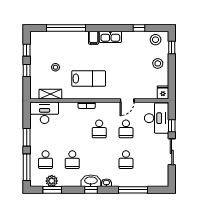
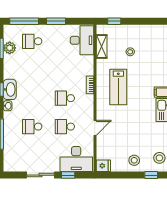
window: (27, 50) -> (148, 21), removed
window: (27, 71) -> (114, 21), moved
door: (127, 101) -> (95, 128), swing flipped
school desk: (72, 160) -> (32, 70), removed

